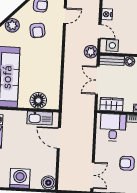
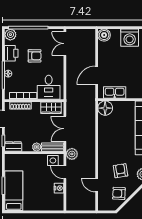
door: (65, 16) -> (97, 185), hinge flipped
double door: (97, 80) -> (65, 129), swing flipped
floor lamp: (38, 100) -> (105, 108), moved
door: (59, 138) -> (97, 75), swing flipped

